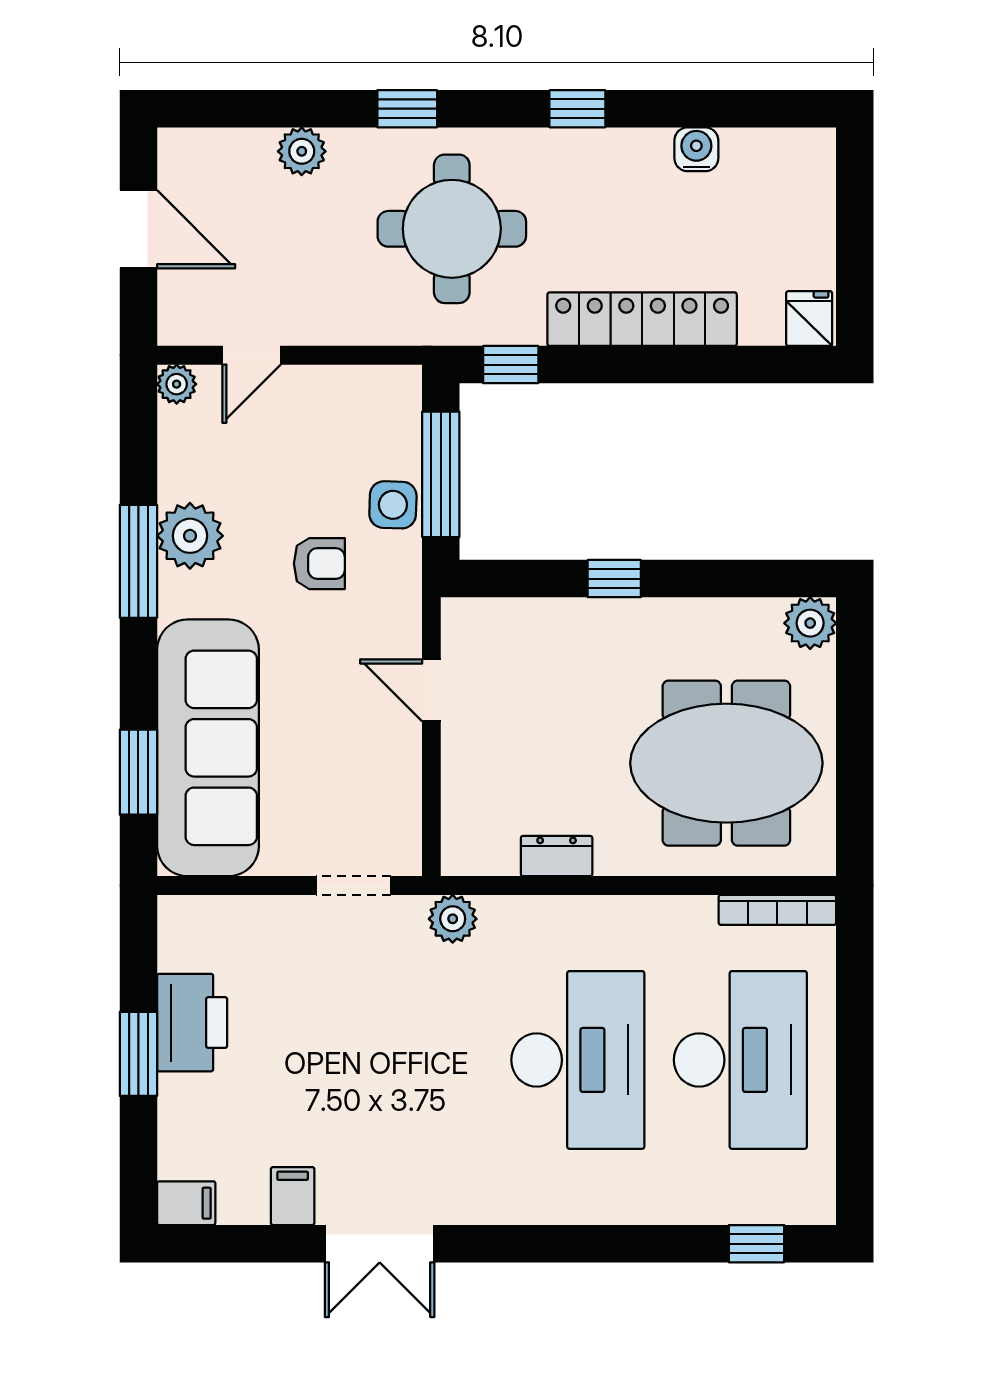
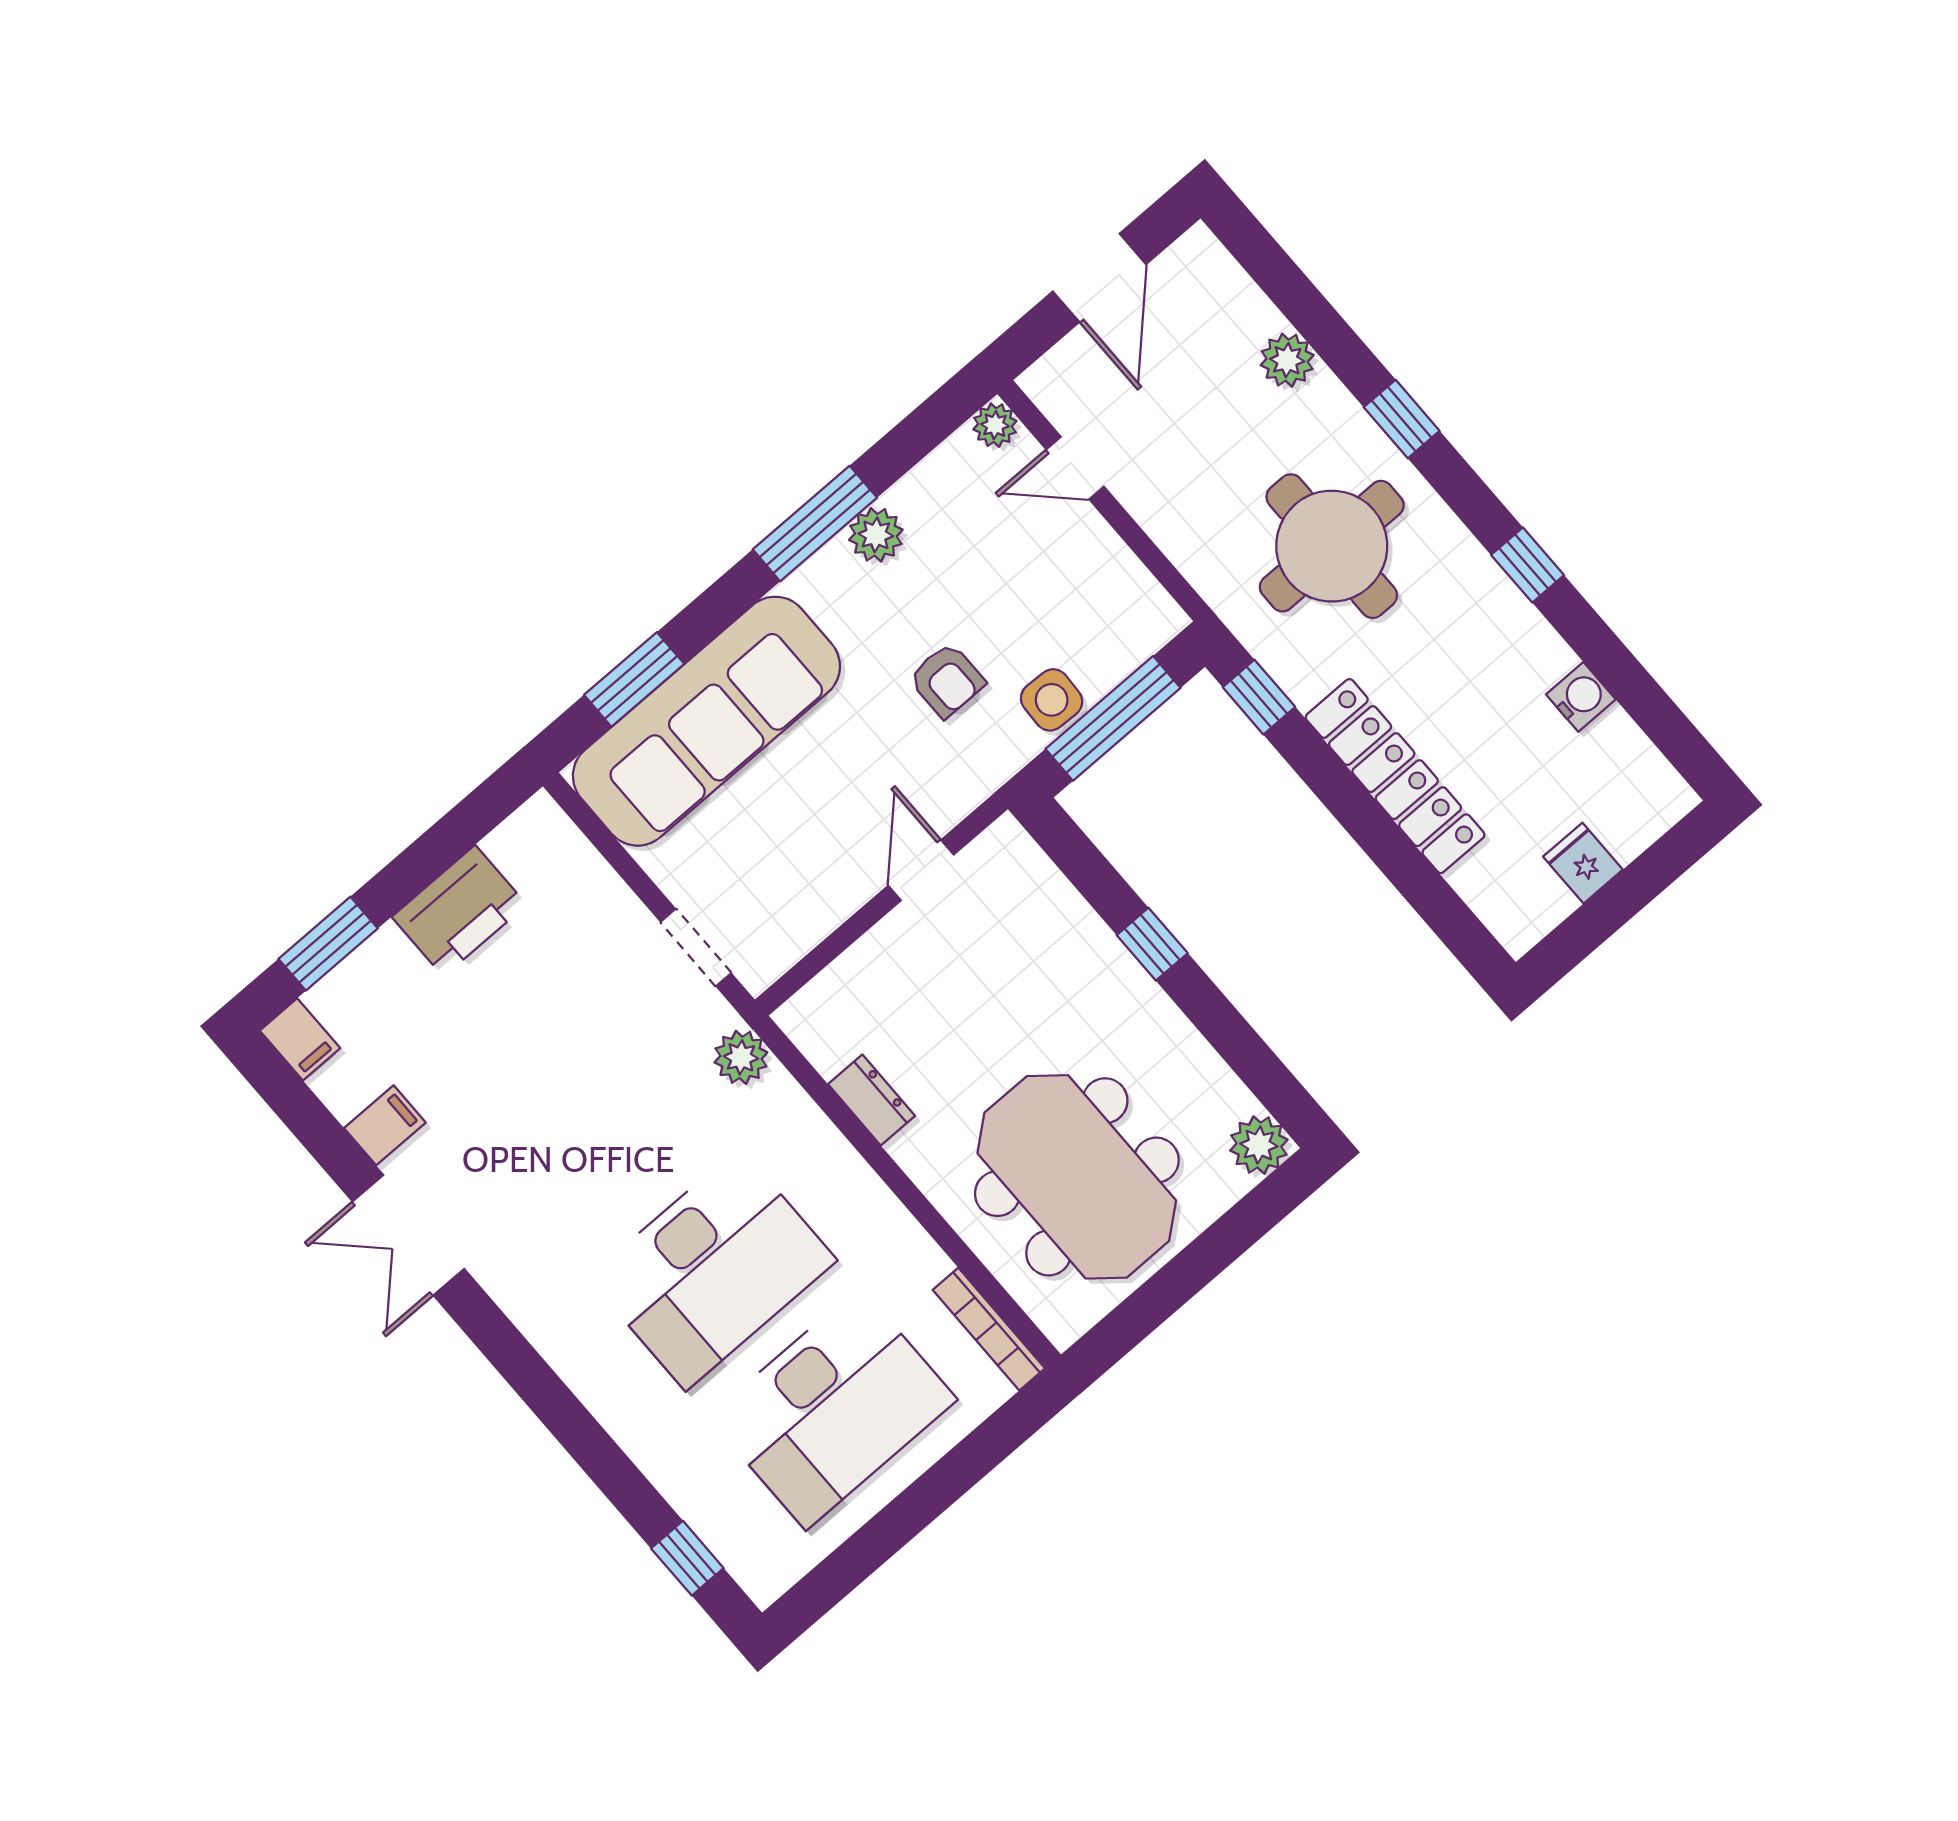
fridge: (809, 319) -> (1583, 863), moved, turned -90
plant: (190, 536) -> (876, 535), width x0.73, depth x0.73
window: (138, 1054) -> (328, 944), moved

